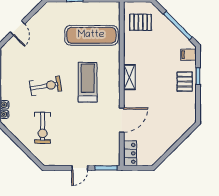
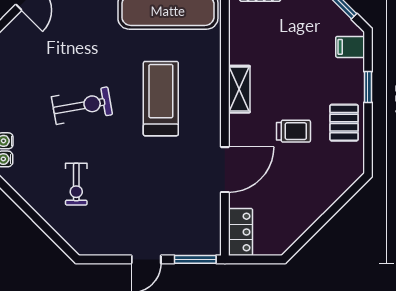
pallet: (185, 82) -> (344, 123), moved
trolley: (158, 100) -> (294, 131), added
exercise bike: (43, 128) -> (76, 184), width x0.73, depth x0.72

